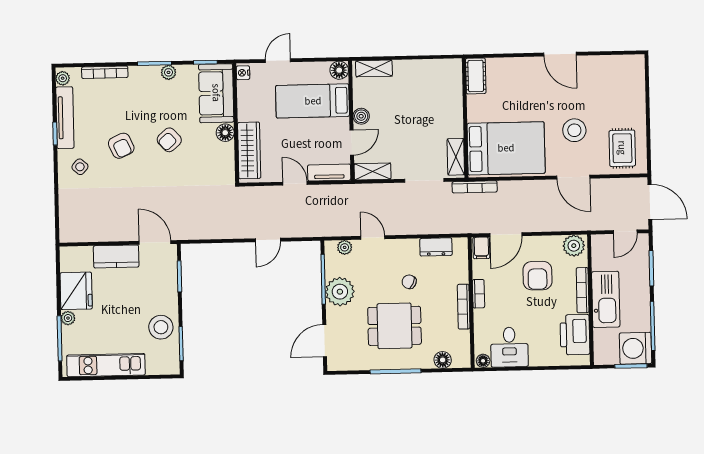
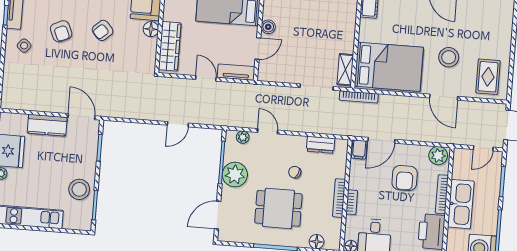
shelving: (373, 172) -> (273, 75), removed
bookcase: (478, 294) -> (352, 202), moved

